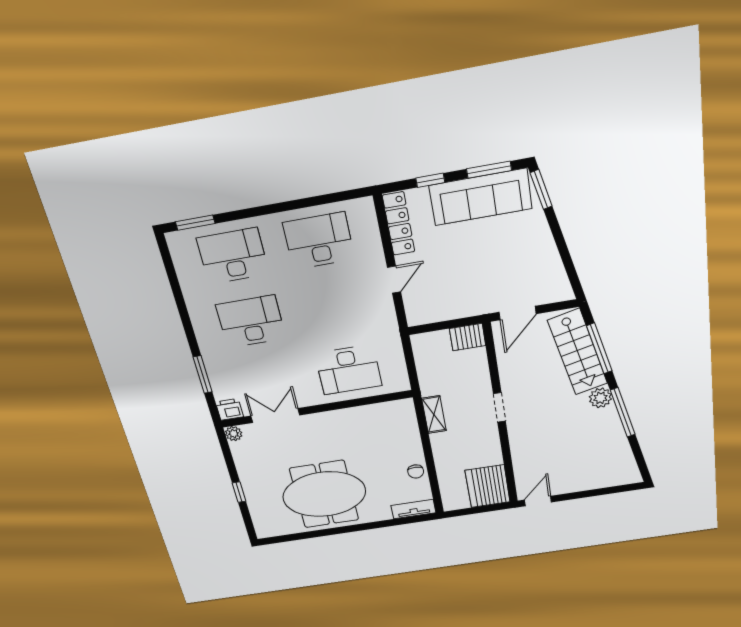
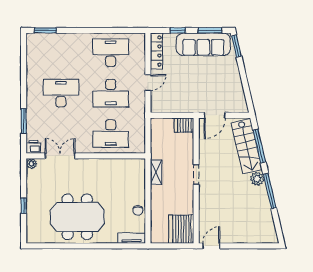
desk: (233, 256) -> (111, 93), moved, turned 180

